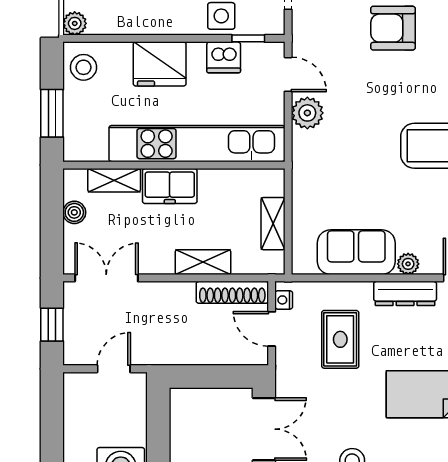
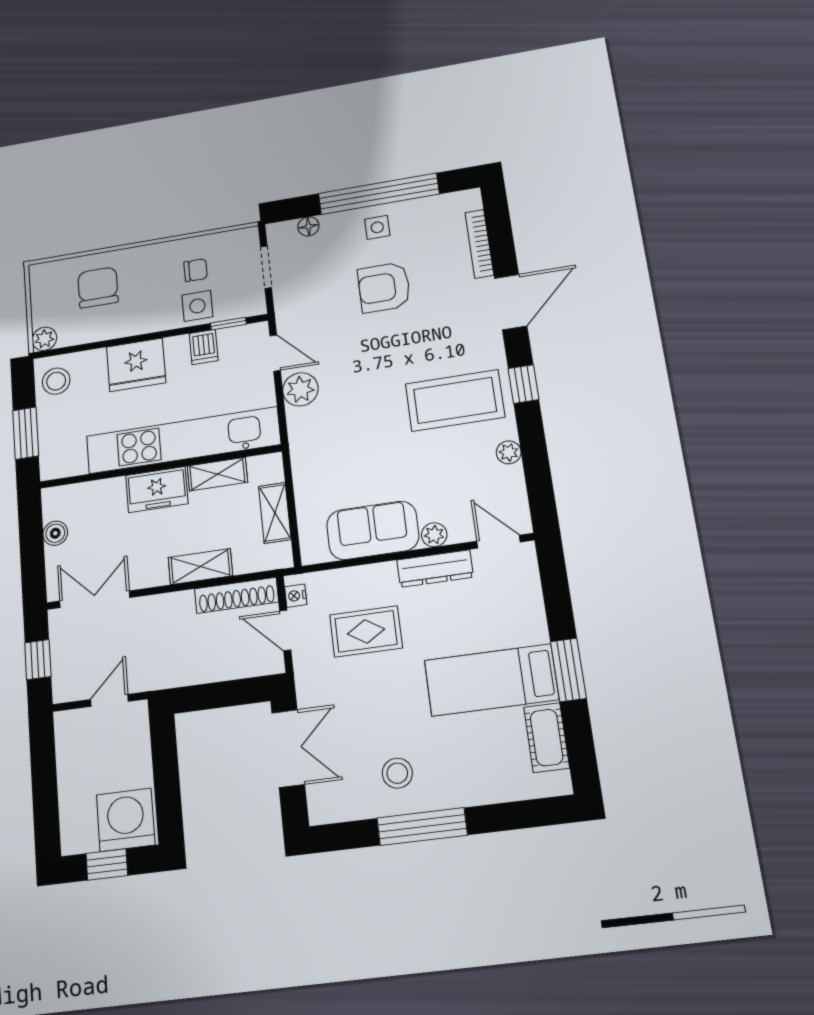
dishwasher: (224, 57) -> (204, 347), width x0.73
shelving: (114, 180) -> (217, 474), moved
rug: (340, 339) -> (366, 631), turned 90

